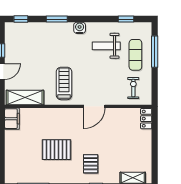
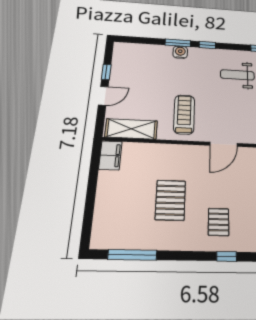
window: (21, 19) -> (207, 45), moved
water cooler: (80, 28) -> (180, 52), moved
pallet: (57, 150) -> (170, 200), turned 90

